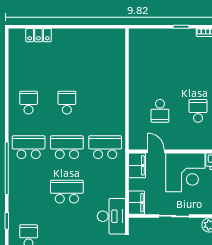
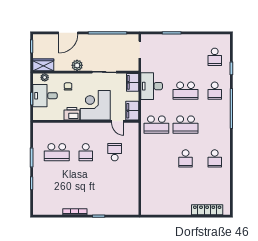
locker: (38, 35) -> (207, 210), width x1.53
school desk: (29, 147) -> (215, 91), moved, width x0.54
desk: (111, 216) -> (152, 86), moved

